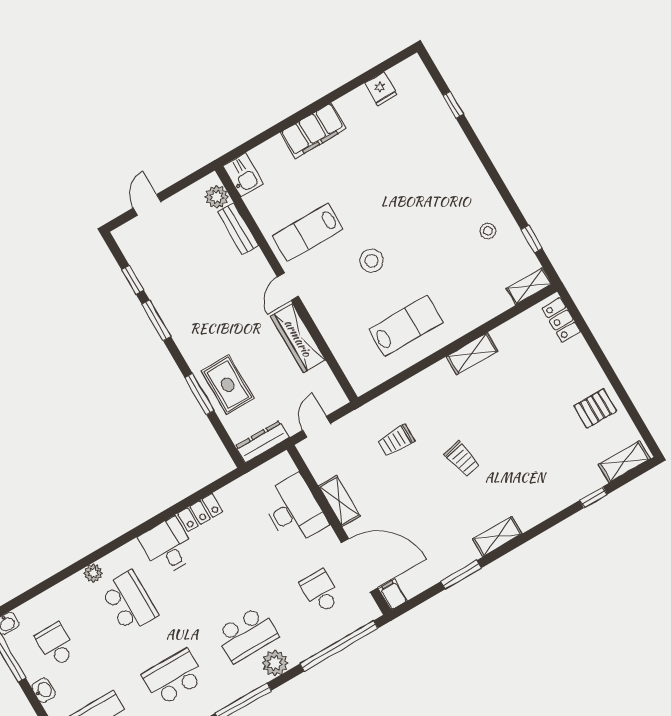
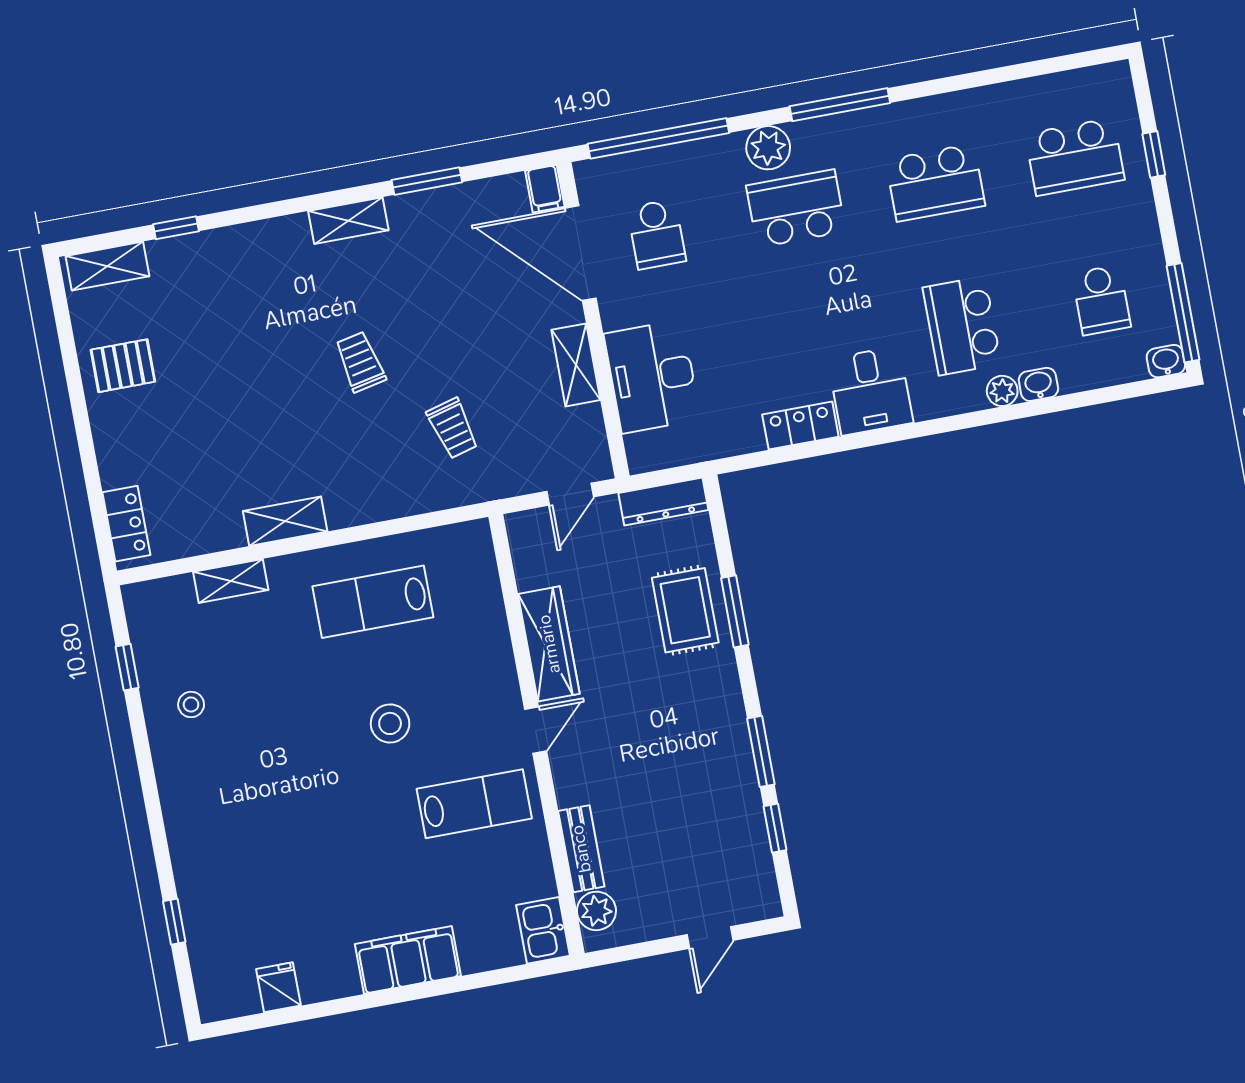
shelving: (529, 286) -> (231, 581), moved
trolley: (396, 440) -> (453, 428), turned 75
washbasin: (44, 690) -> (1038, 384), moved, turned 90

